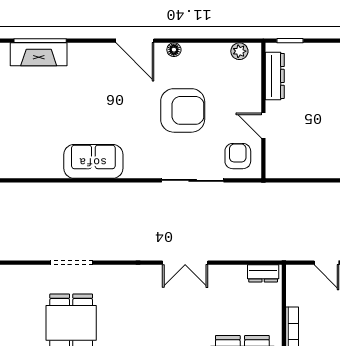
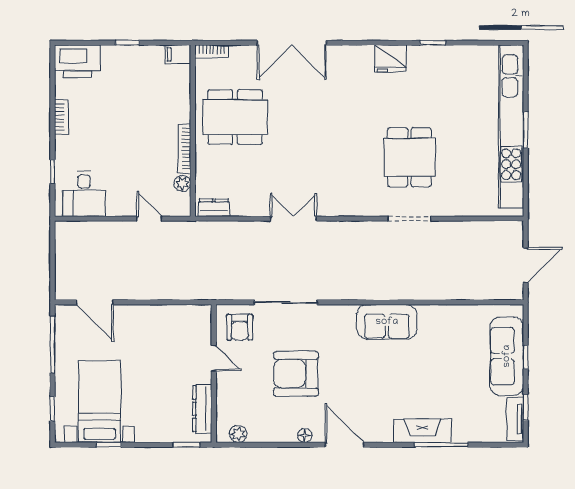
fireplace: (39, 54) -> (422, 431), moved
plant: (294, 297) -> (182, 183), added

